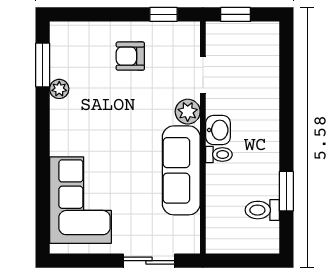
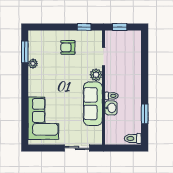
washbasin: (218, 130) -> (111, 108), moved
toilet: (262, 210) -> (133, 139), moved

